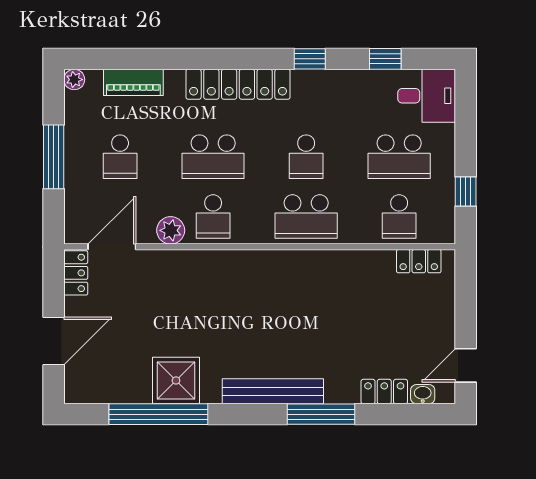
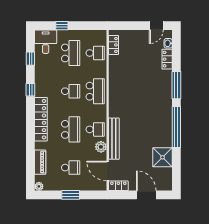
window: (54, 157) -> (71, 195), width x0.69
window: (466, 191) -> (62, 26), moved
door: (466, 365) -> (156, 26), hinge flipped
shower: (176, 380) -> (163, 157), moved
bench: (273, 391) -> (114, 139), moved
window: (158, 414) -> (176, 127), moved

